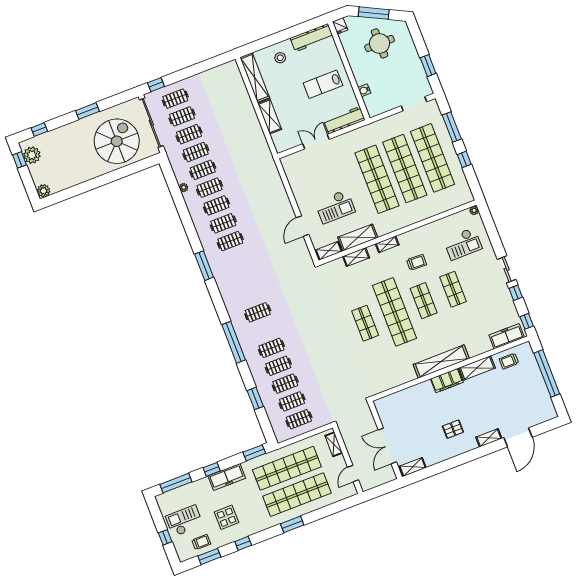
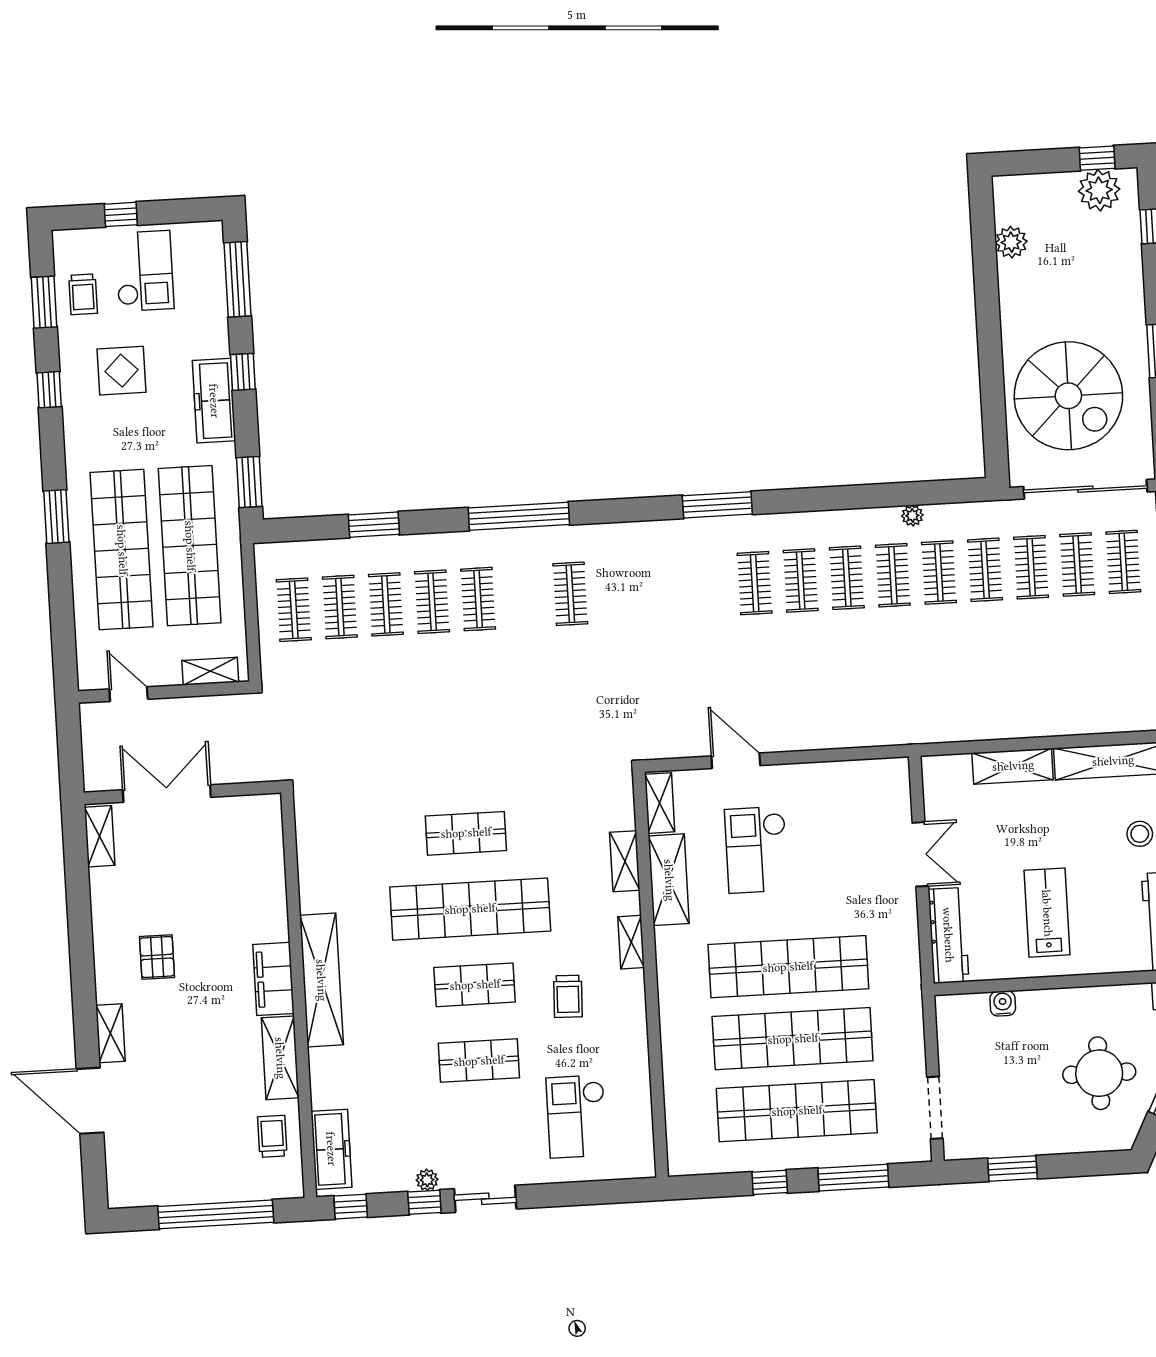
plant: (44, 191) -> (1011, 242), moved
plant: (474, 210) -> (427, 1180), moved

